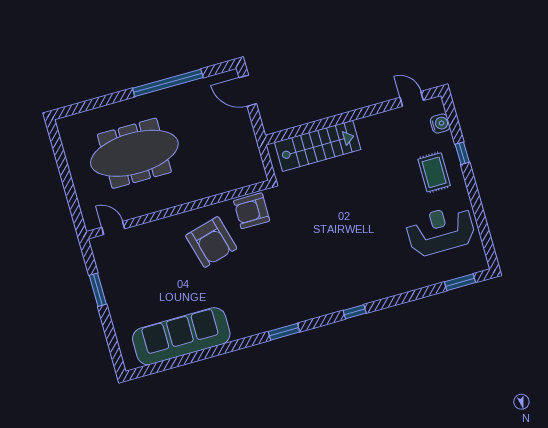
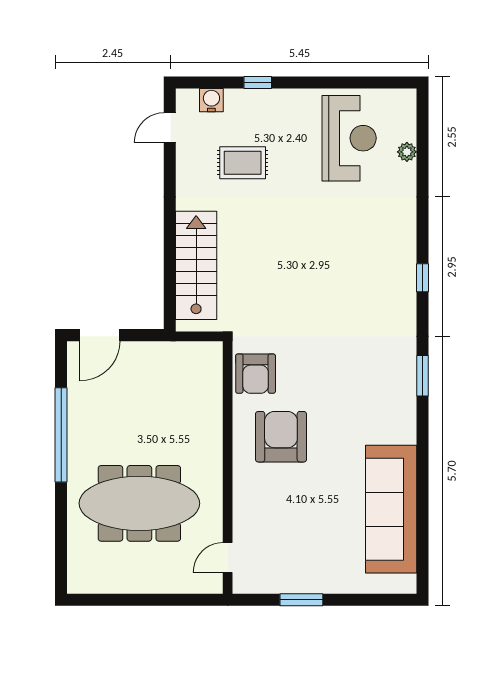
meeting table: (134, 153) -> (139, 503), turned 90
rug: (434, 172) -> (243, 163), moved
reception desk: (441, 231) -> (349, 138), turned 180
armchair: (211, 242) -> (281, 437), turned -75
plant: (442, 275) -> (407, 152), added
window: (460, 282) -> (422, 132), removed

